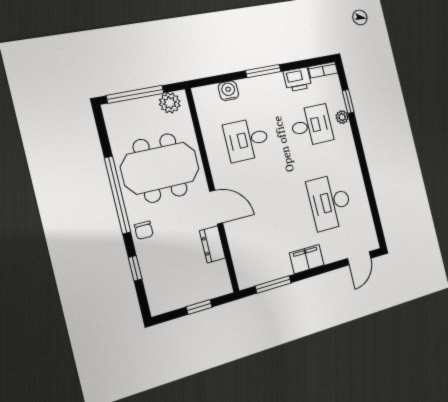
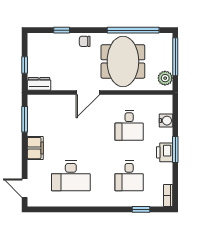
printer: (297, 79) -> (165, 152), moved
plant: (342, 117) -> (130, 202), removed
desk: (247, 140) -> (129, 125), turned 180
window: (118, 195) -> (133, 30), moved
desk: (330, 202) -> (71, 176), turned 180
dresser: (213, 244) -> (39, 84), moved

